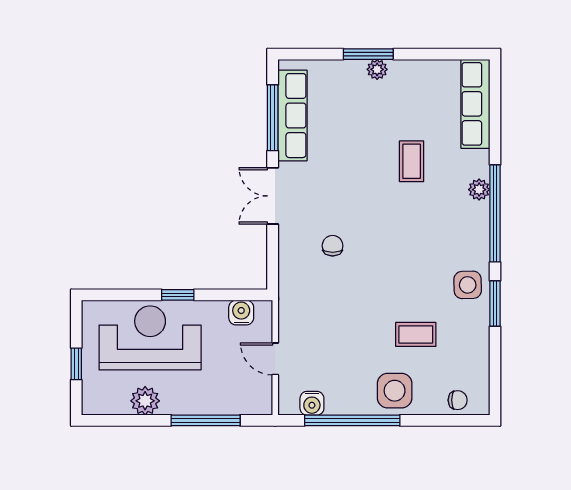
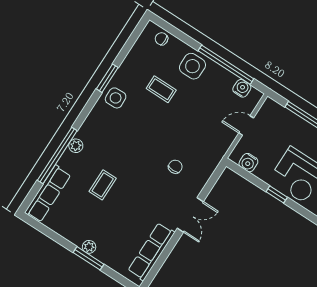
window: (273, 118) -> (163, 257), removed
window: (495, 213) -> (57, 156), moved
chair: (333, 246) -> (175, 167), turned 180
door: (275, 359) -> (246, 125), swing flipped

